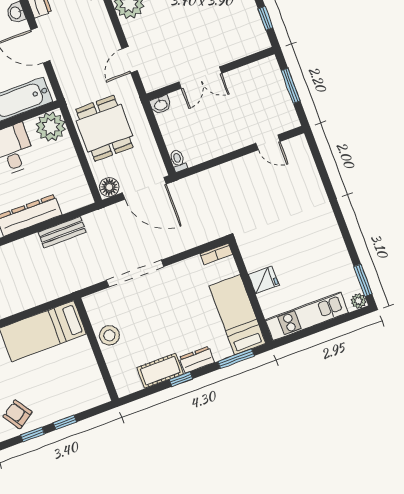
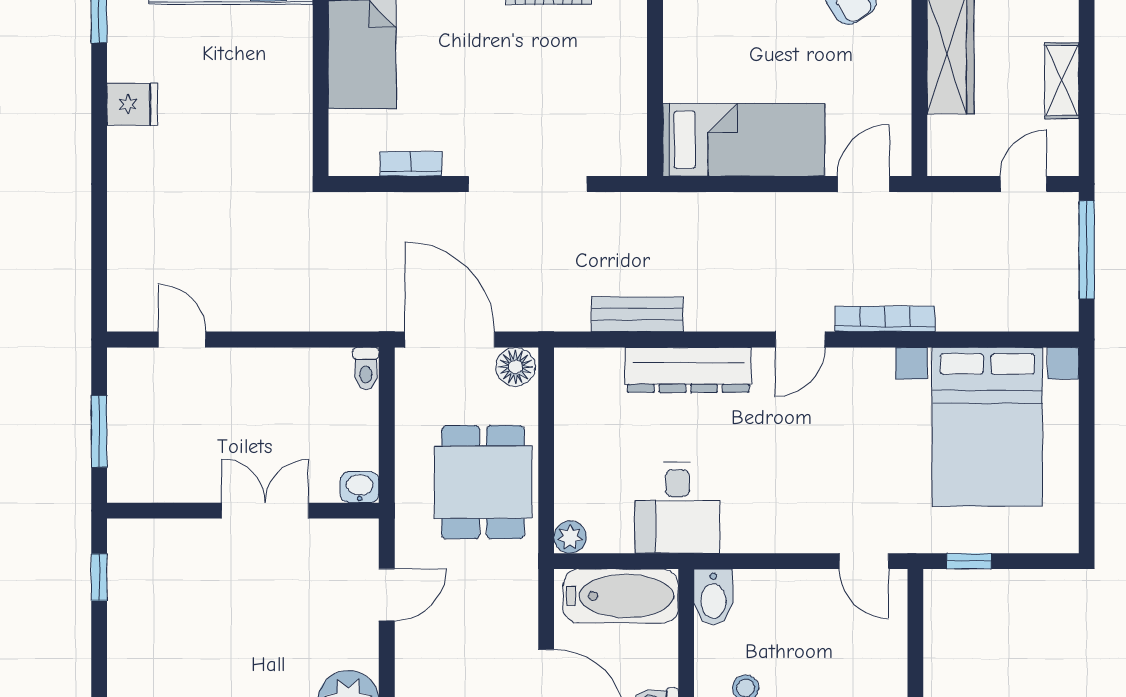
plant: (51, 127) -> (570, 537), width x0.53, depth x0.53
bookcase: (216, 254) -> (411, 164), moved
fridge: (264, 280) -> (132, 104), moved, turned 180
stool: (109, 335) -> (620, 85), removed

